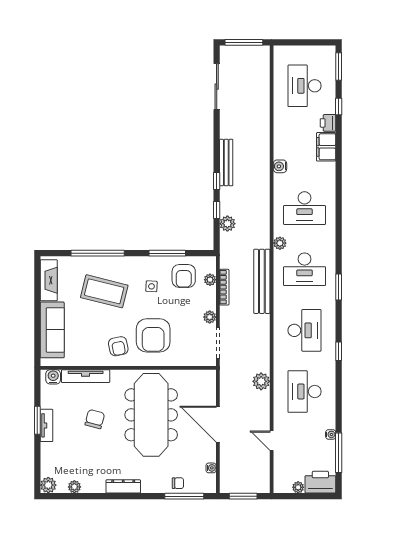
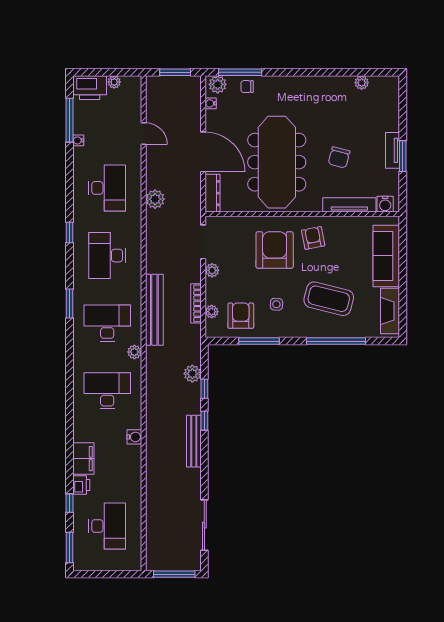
plant: (48, 485) -> (218, 84), moved
dresser: (123, 486) -> (212, 193), moved, turned -90

